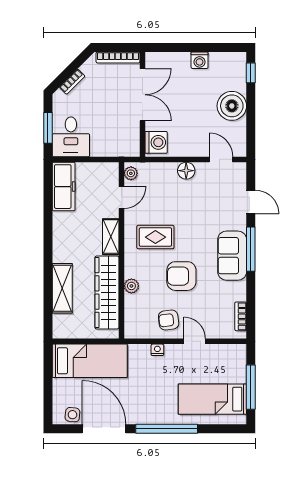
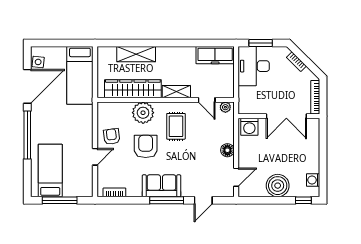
washing machine: (200, 60) -> (313, 180), moved
desk: (71, 137) -> (254, 66), width x1.37
plant: (131, 286) -> (143, 113), width x1.88, depth x1.88
nightstand: (157, 350) -> (88, 128), removed

